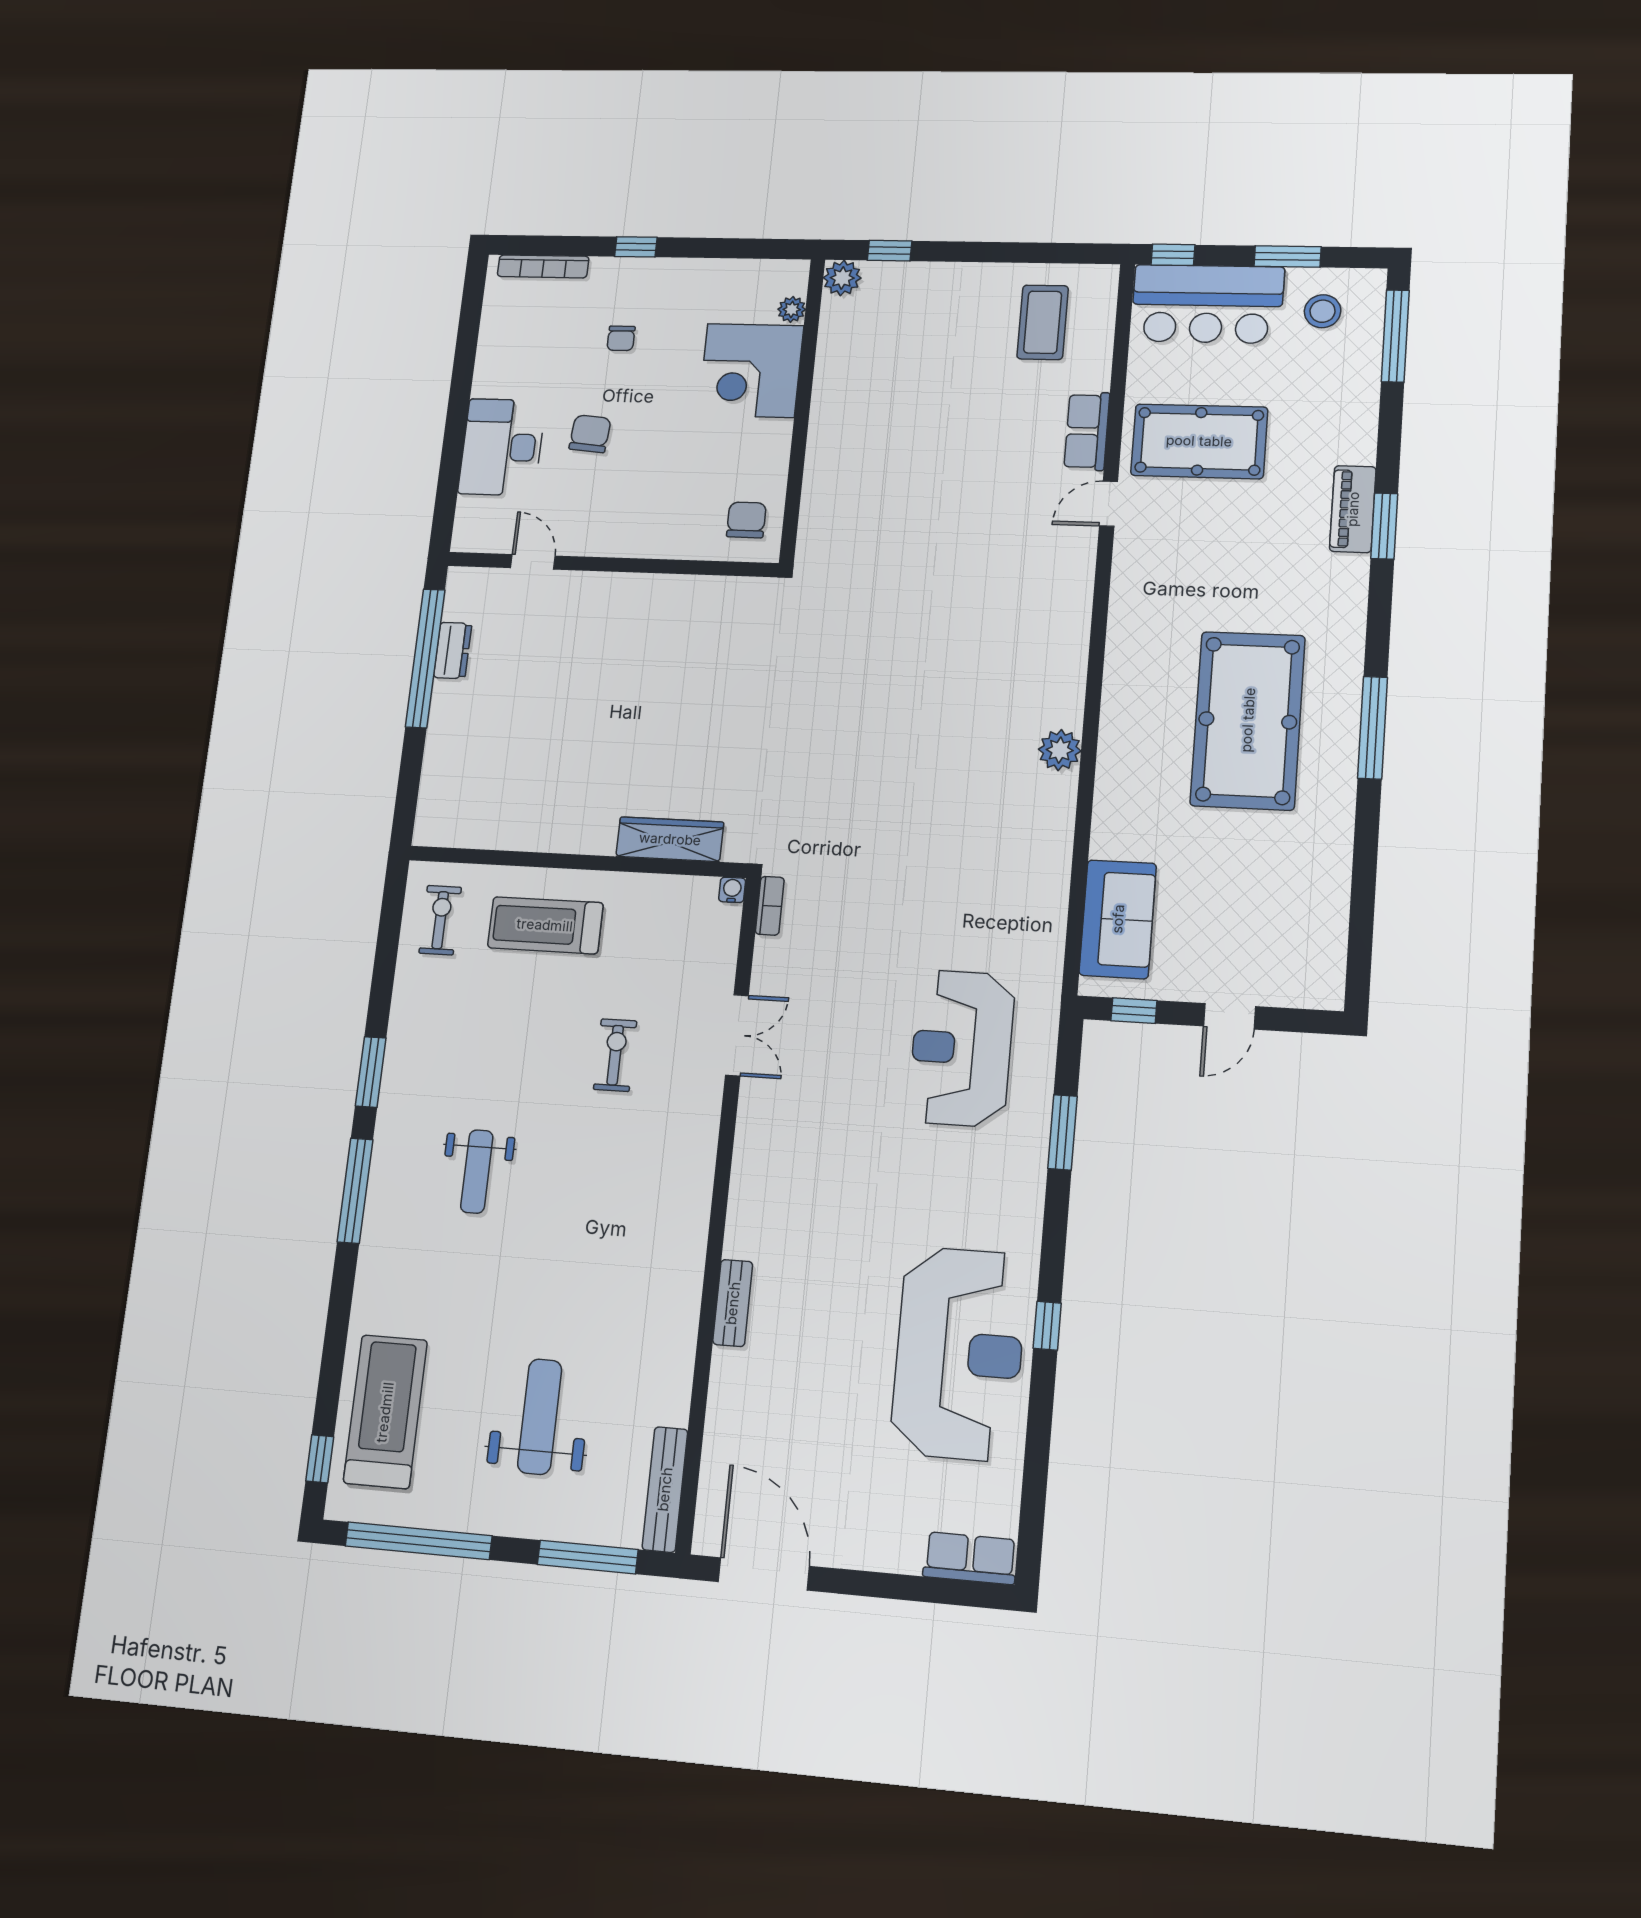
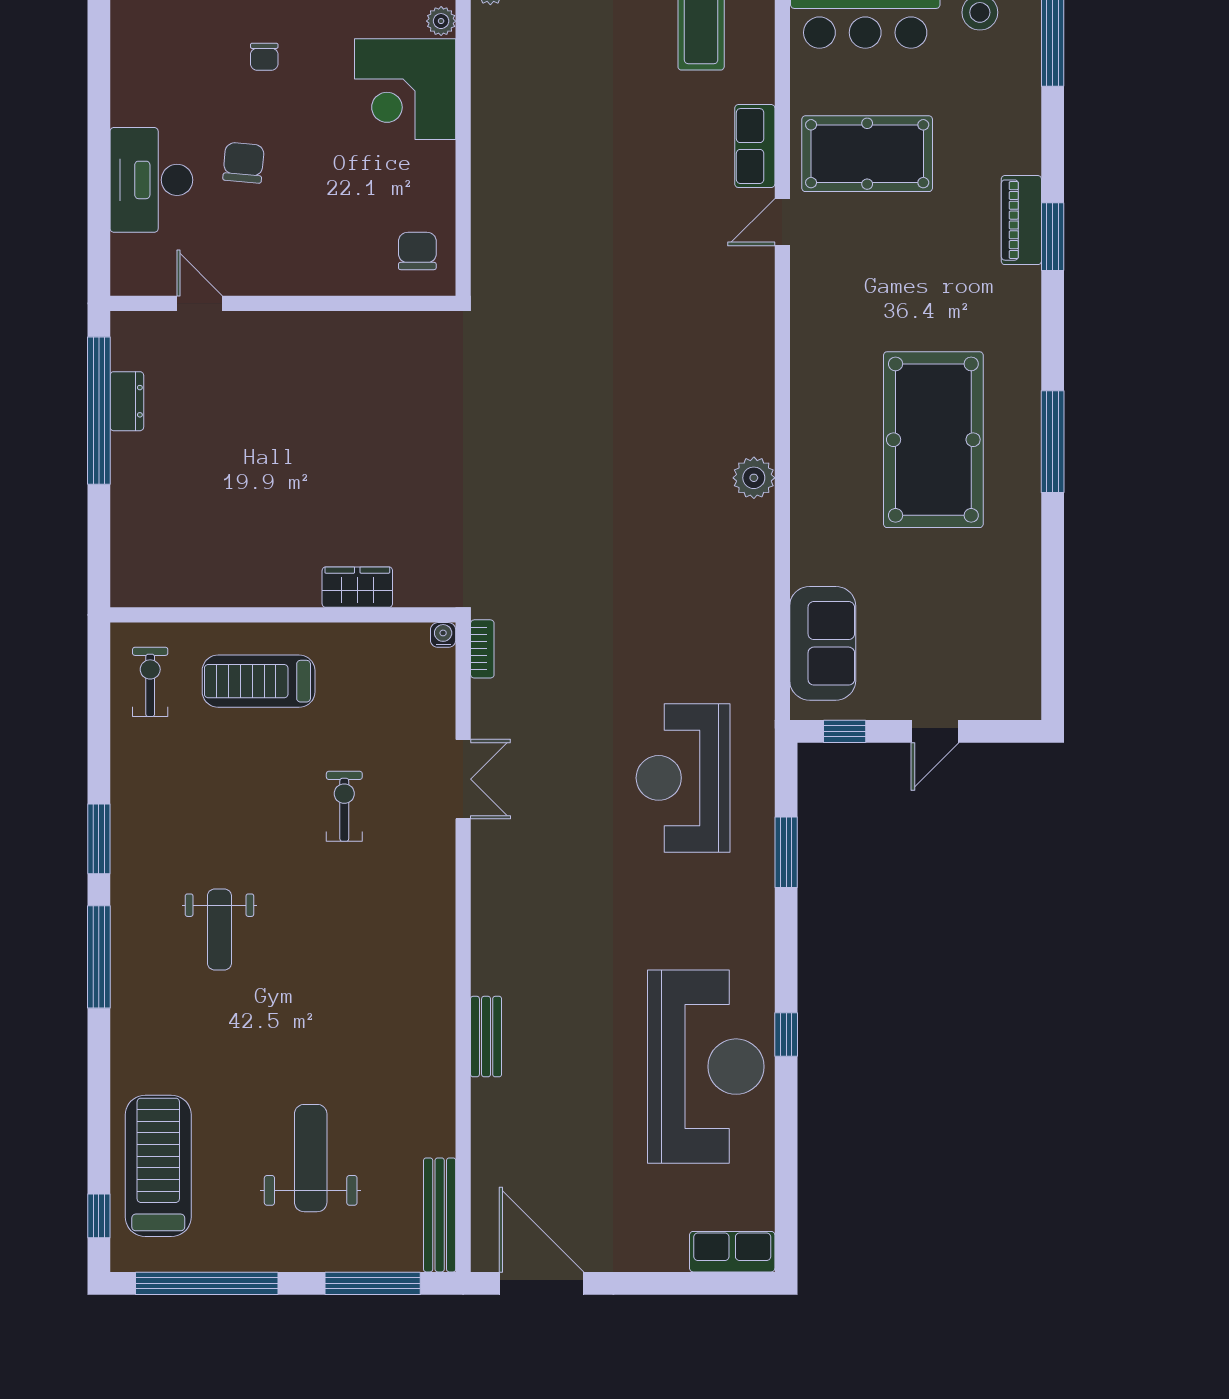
wardrobe: (670, 839) -> (357, 587), width x0.67

